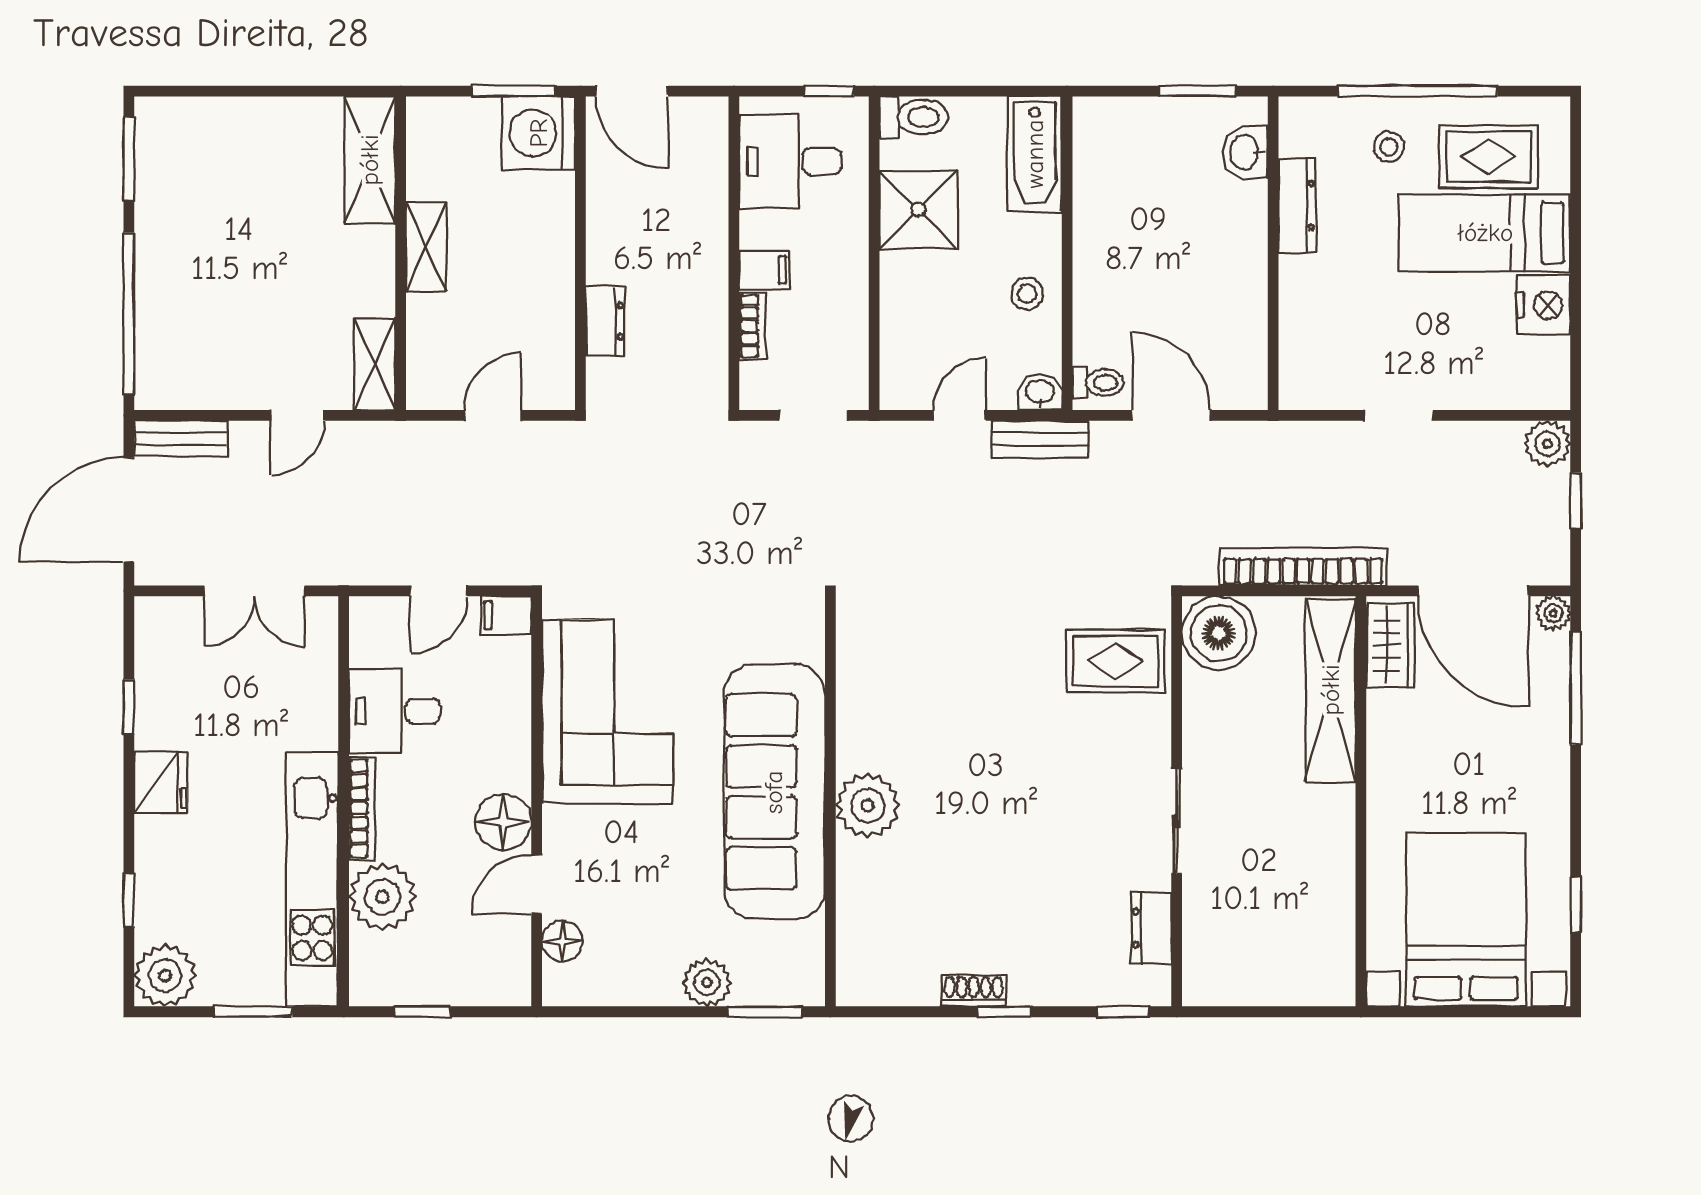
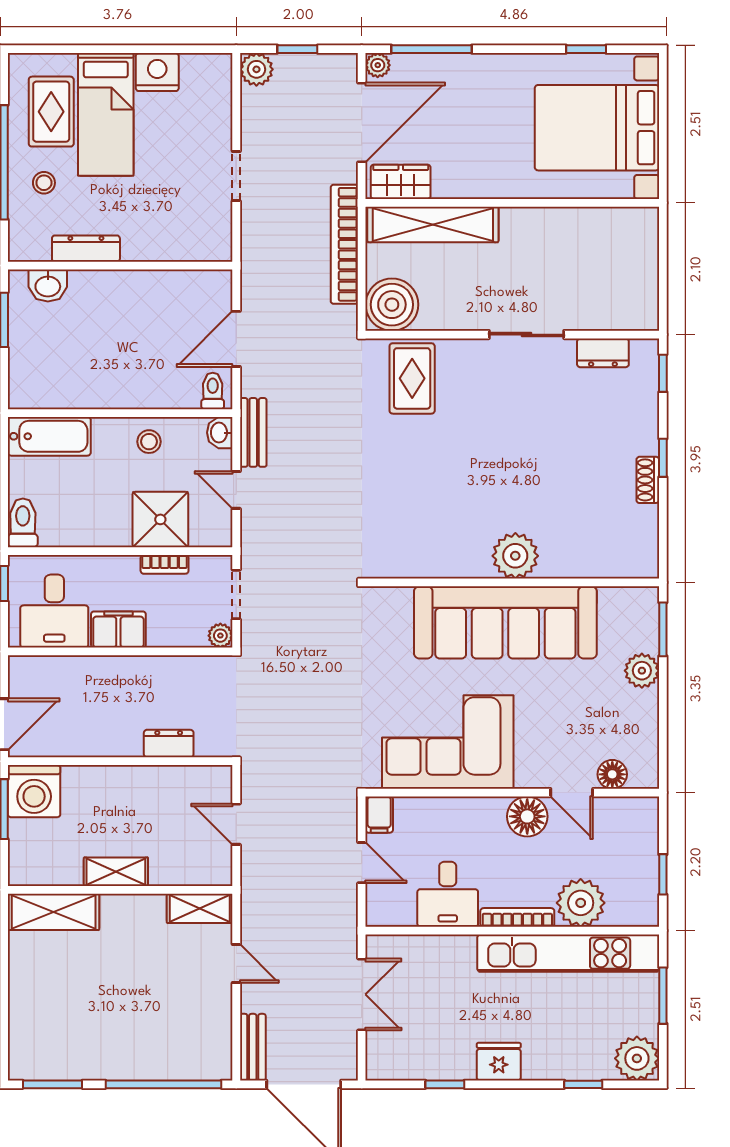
shower: (918, 210) -> (160, 519), moved
filing cabinet: (765, 270) -> (118, 629), width x2.00
bookcase: (752, 326) -> (165, 564), moved, turned 180
plant: (756, 393) -> (220, 636), added

